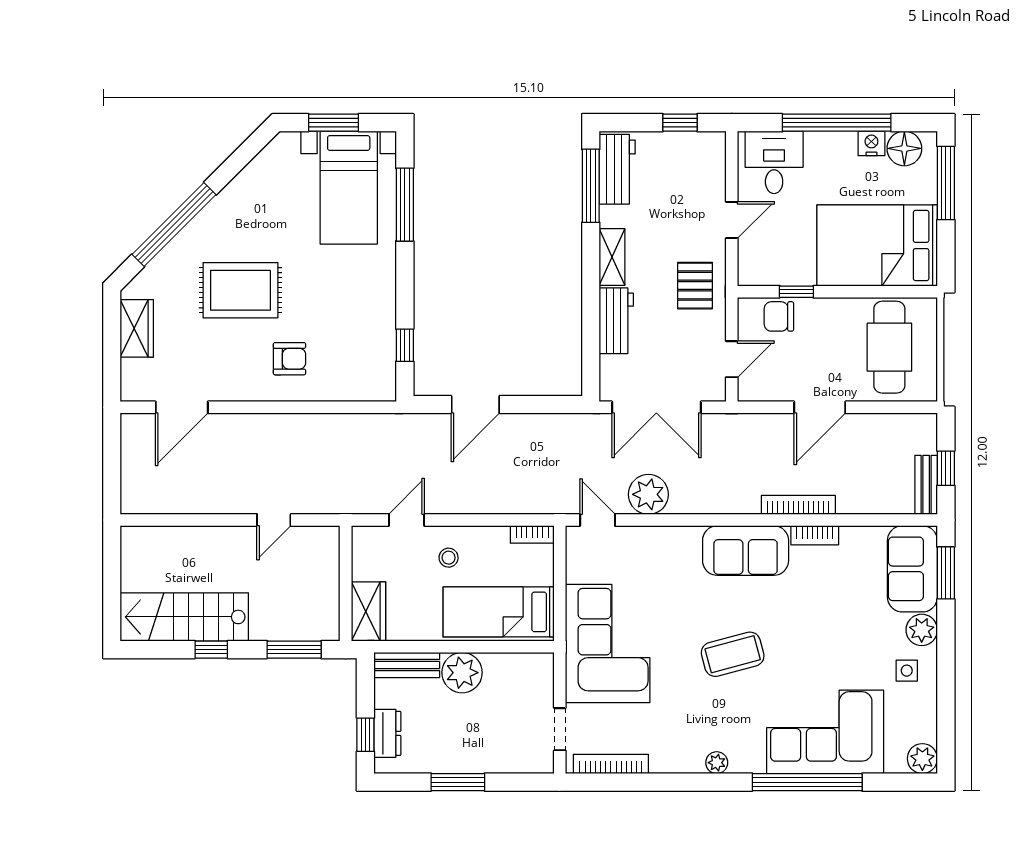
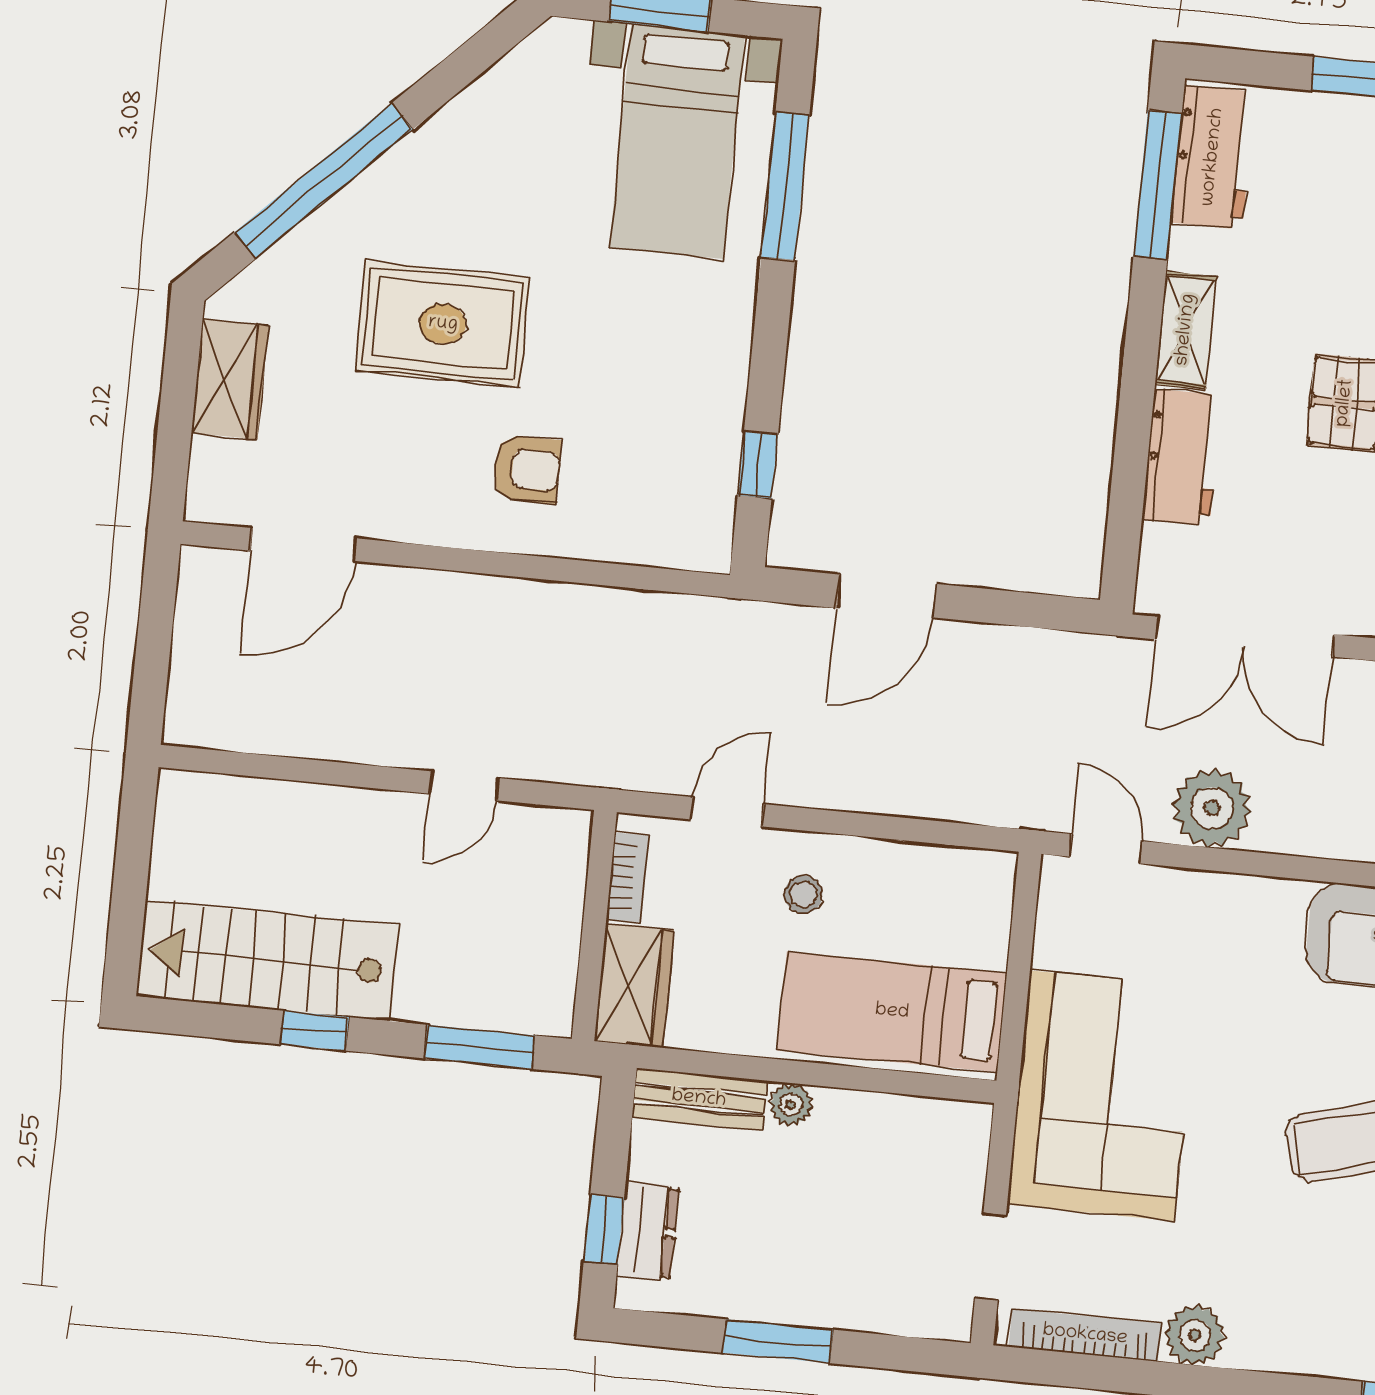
bookcase: (532, 534) -> (628, 877), moved, turned -90
plant: (462, 673) -> (791, 1105), width x0.53, depth x0.53
plant: (717, 763) -> (1195, 1335), moved, width x1.38, depth x1.38

